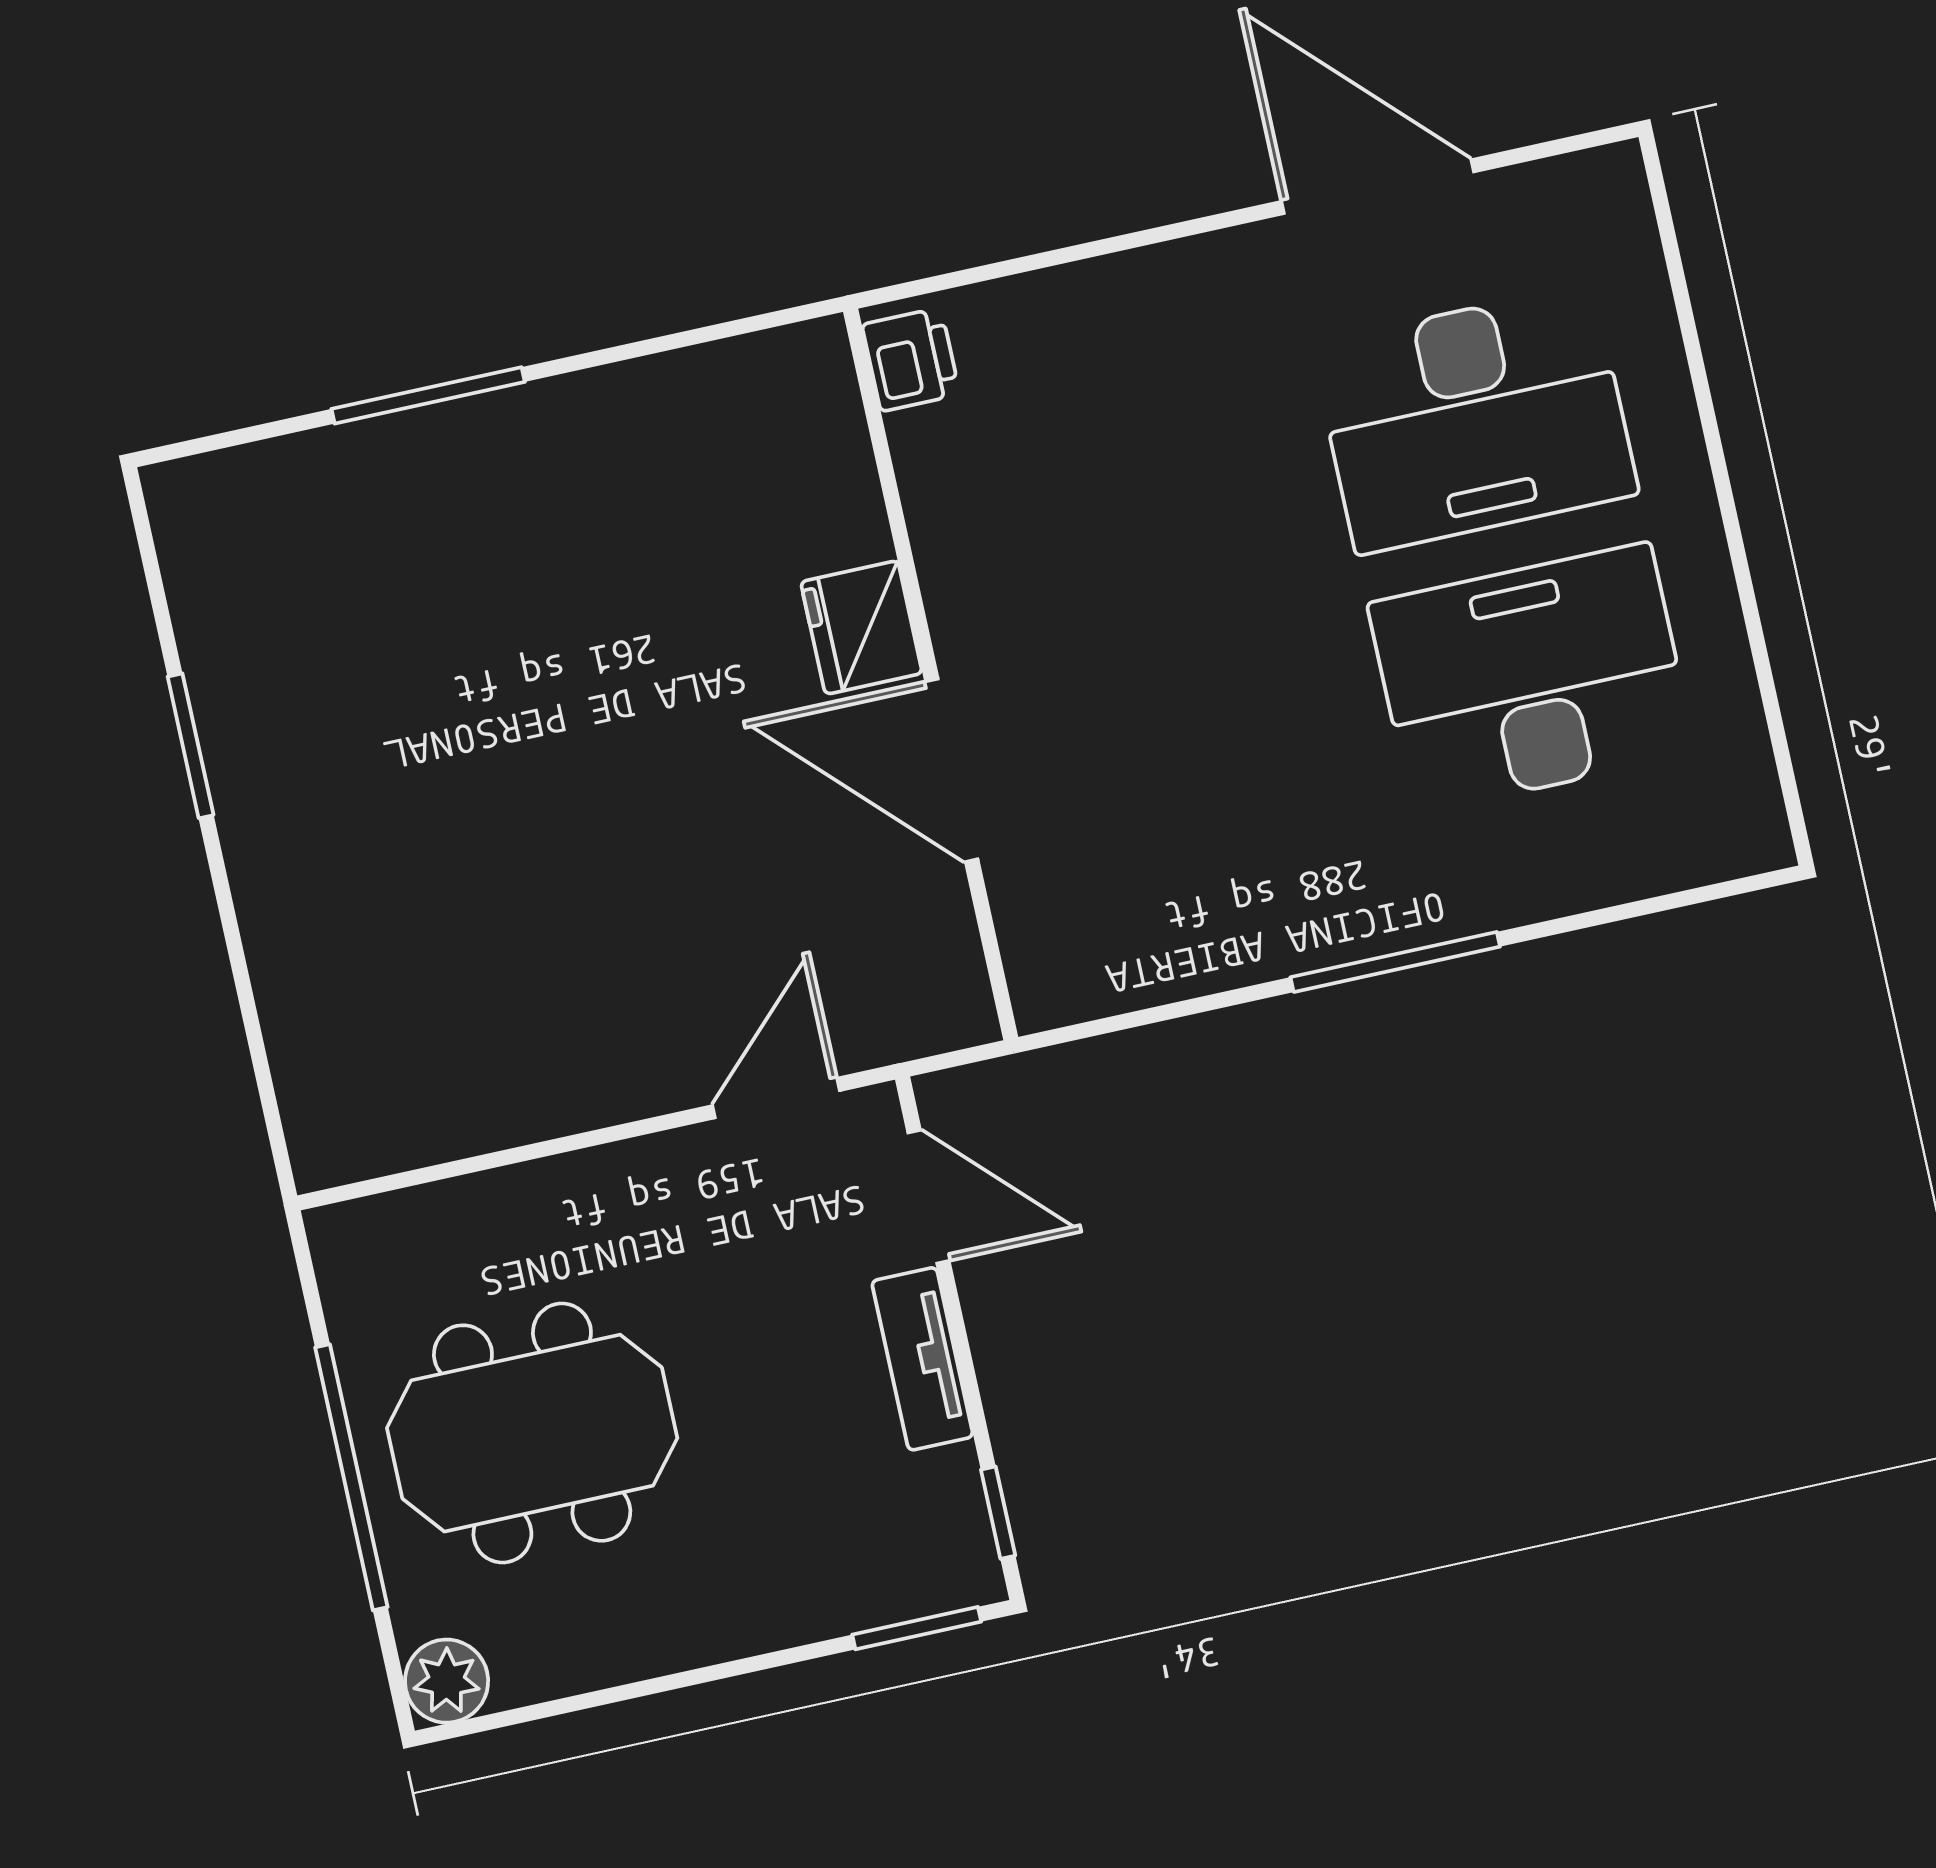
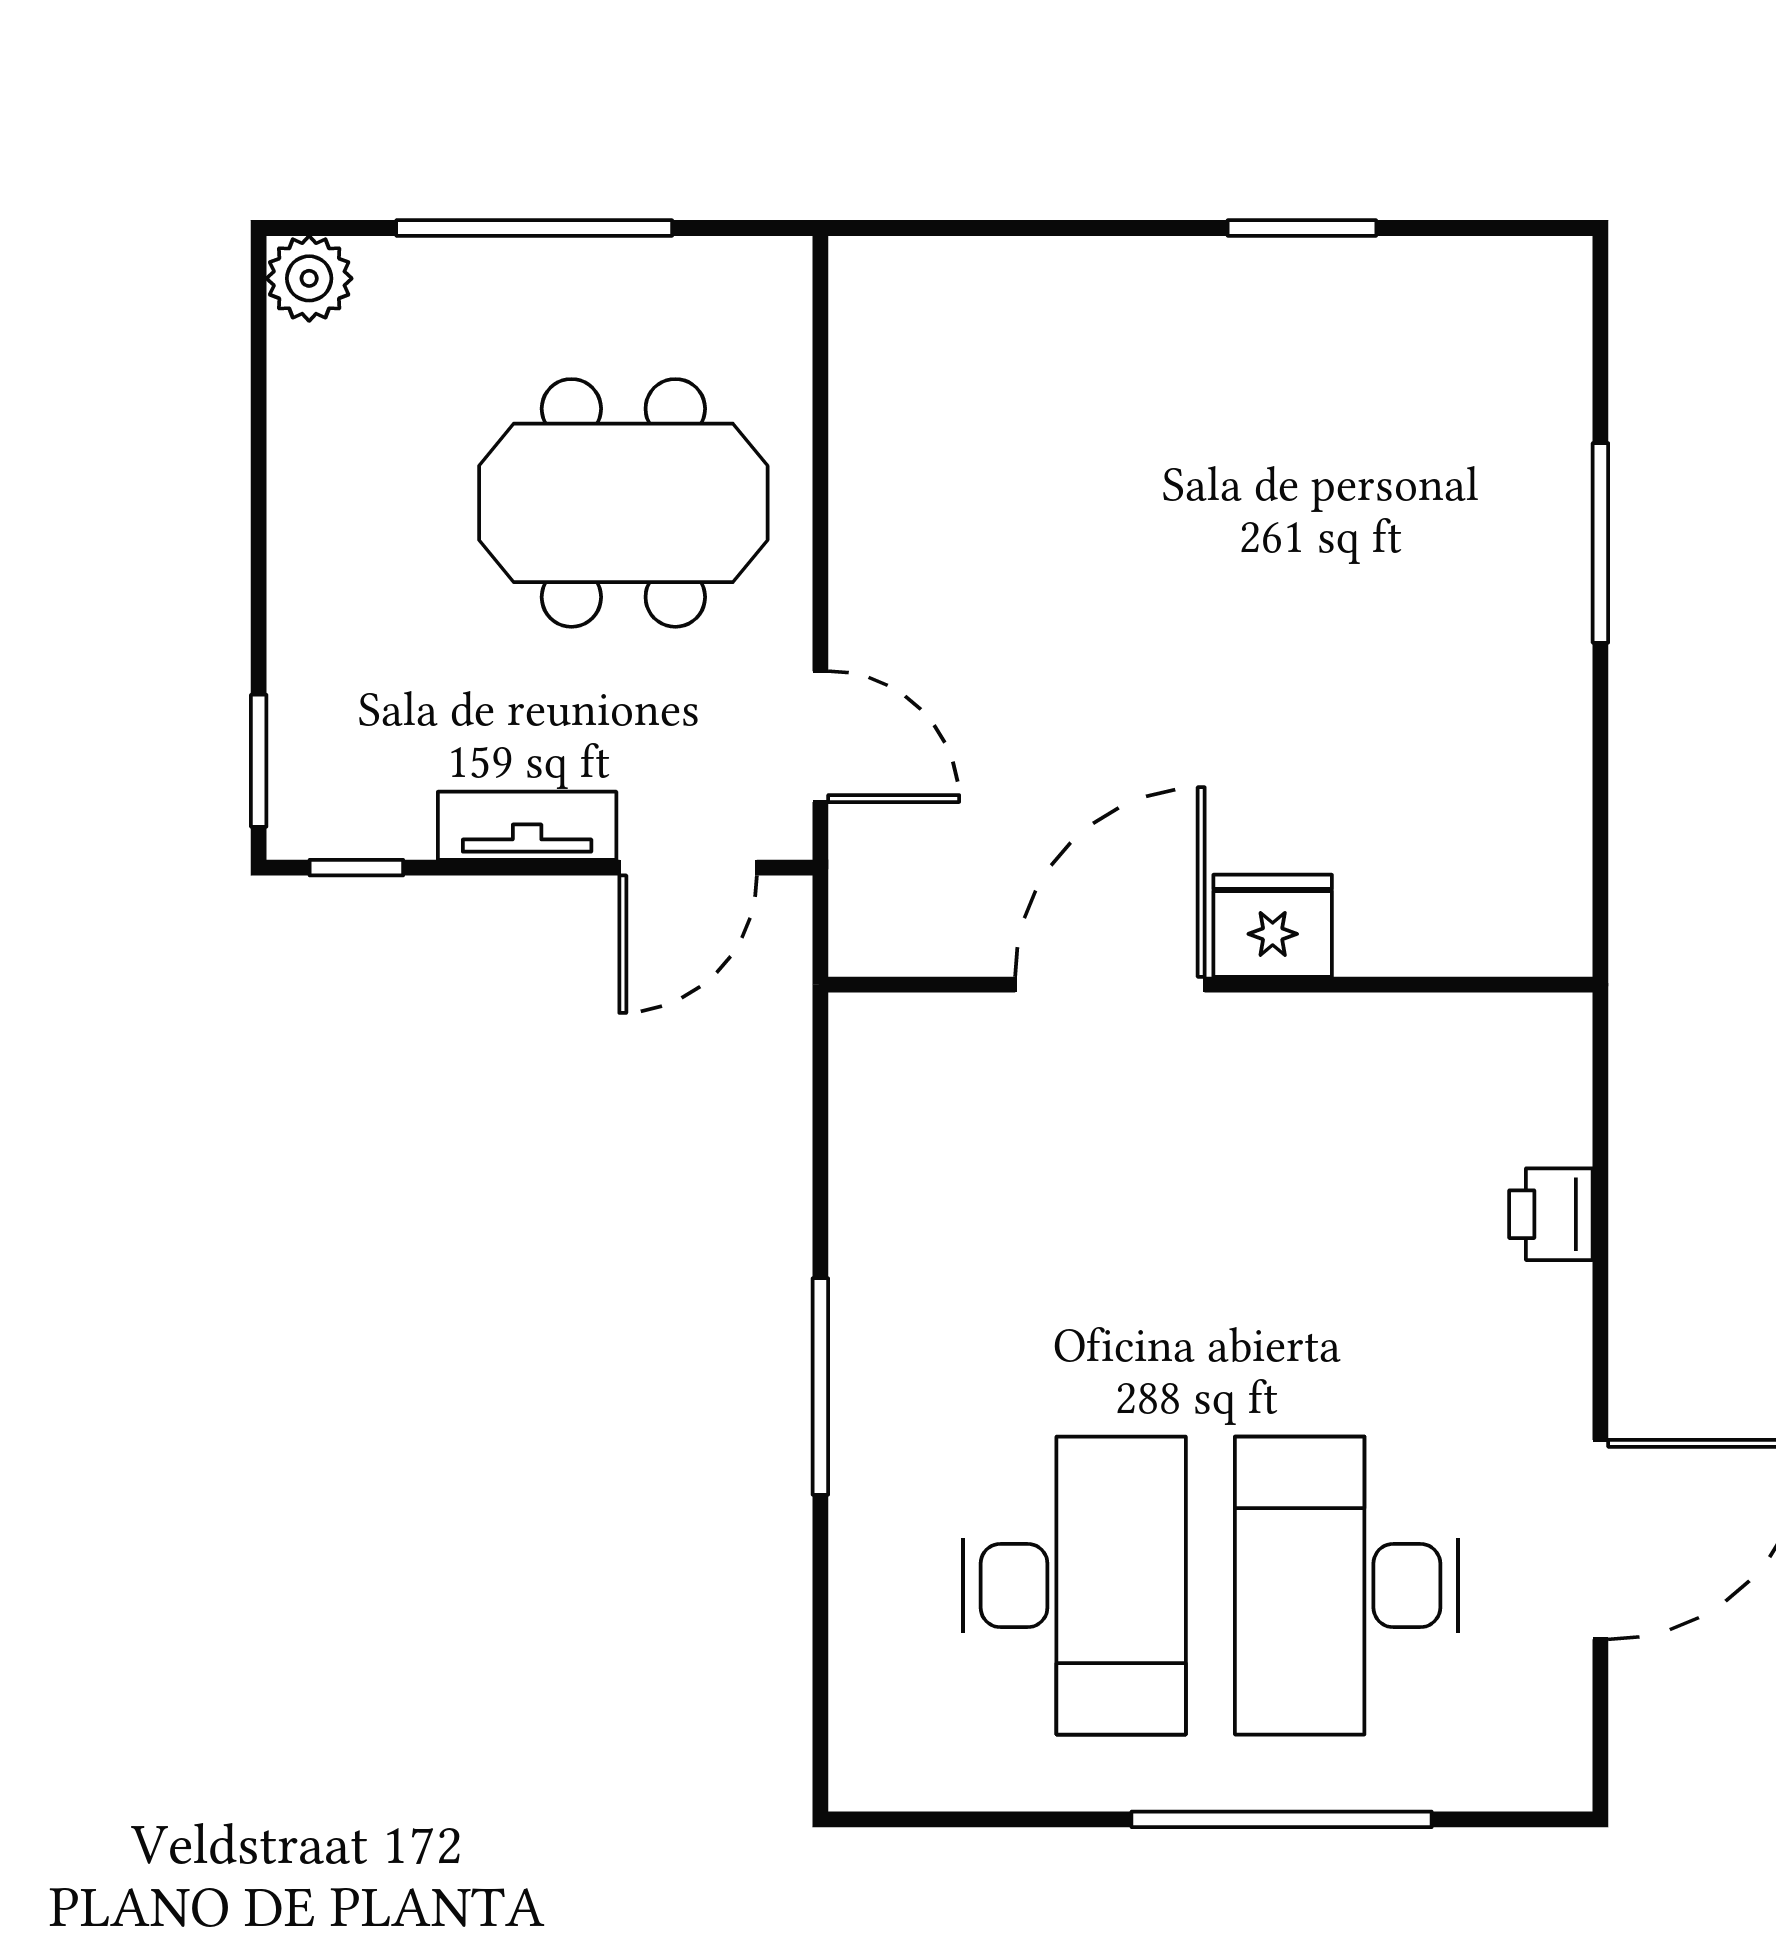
printer: (911, 360) -> (1551, 1214), moved, turned 90
window: (1711, 432) -> (1282, 1819), added
meeting table: (532, 1433) -> (623, 503), moved, turned 90

